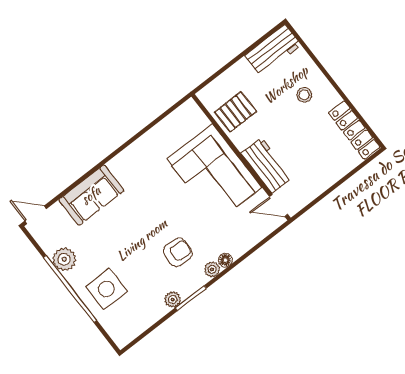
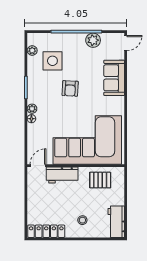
pallet: (236, 112) -> (100, 180), turned 90
corner sofa: (214, 173) -> (87, 140), width x1.36, depth x1.36
armchair: (178, 252) -> (70, 88), moved
side table: (106, 289) -> (52, 61), moved
plant: (173, 300) -> (32, 50), moved

